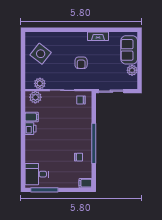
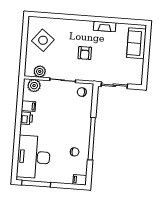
plant: (132, 70) -> (138, 65), removed
desk: (37, 174) -> (34, 157), width x1.87, depth x1.30

